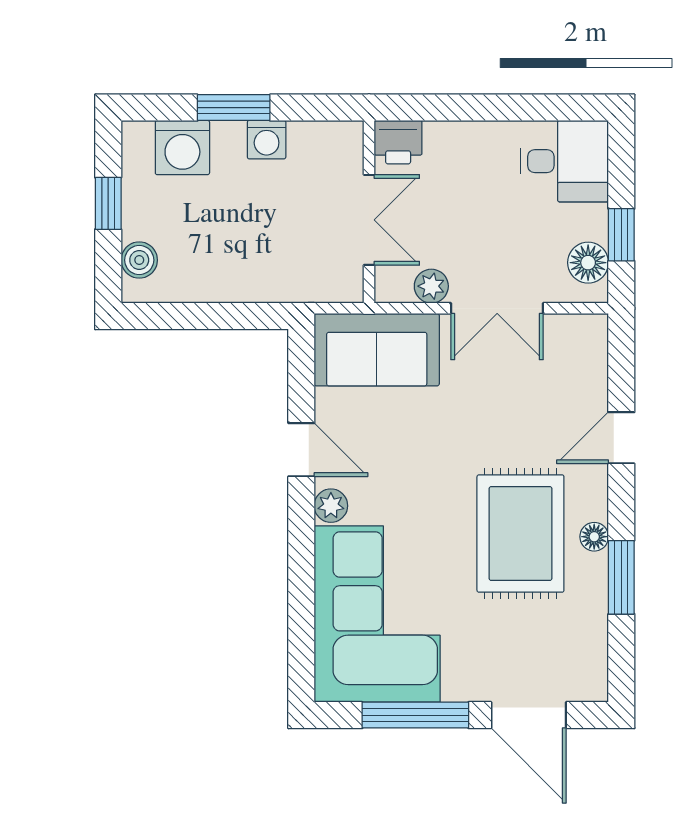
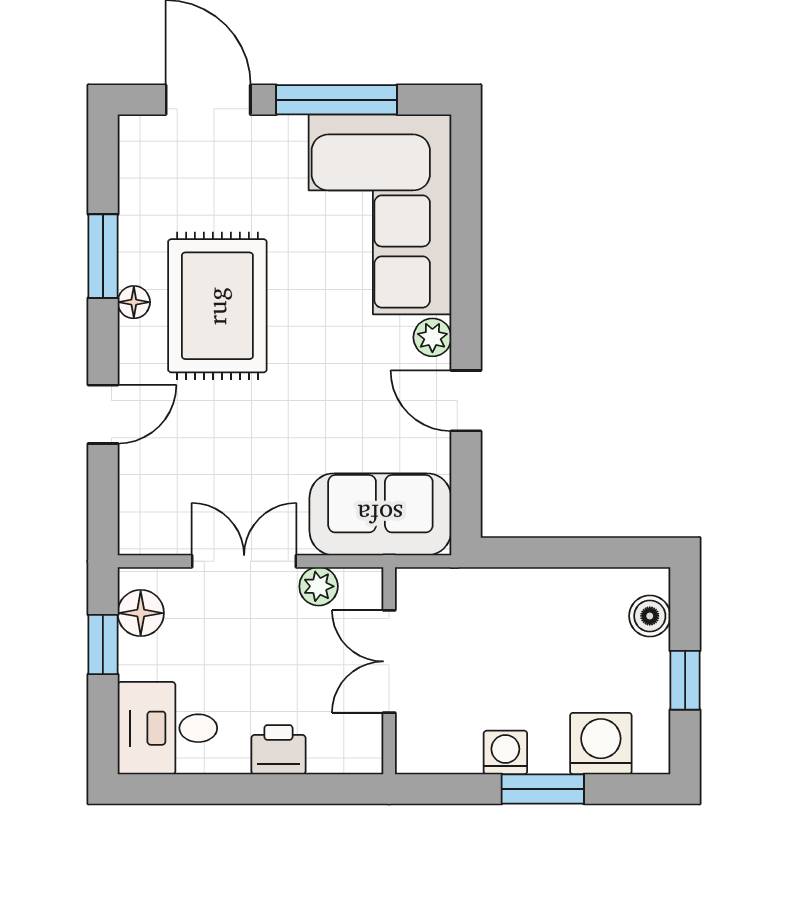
printer: (398, 142) -> (278, 750), moved

